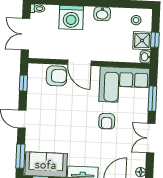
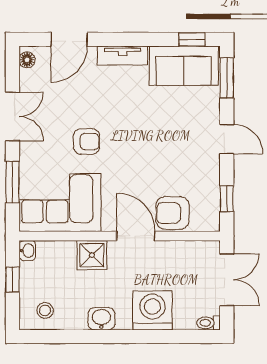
shower: (142, 41) -> (92, 255), moved
armchair: (107, 121) -> (87, 142), turned 90

